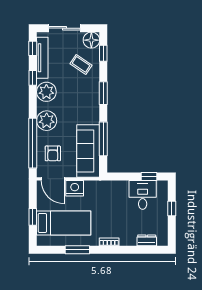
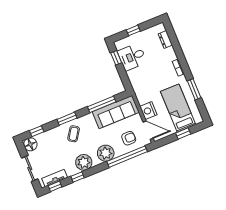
tv unit: (42, 58) -> (55, 178), width x0.71
coffee table: (81, 64) -> (74, 134), moved
door: (53, 179) -> (148, 130), hinge flipped

